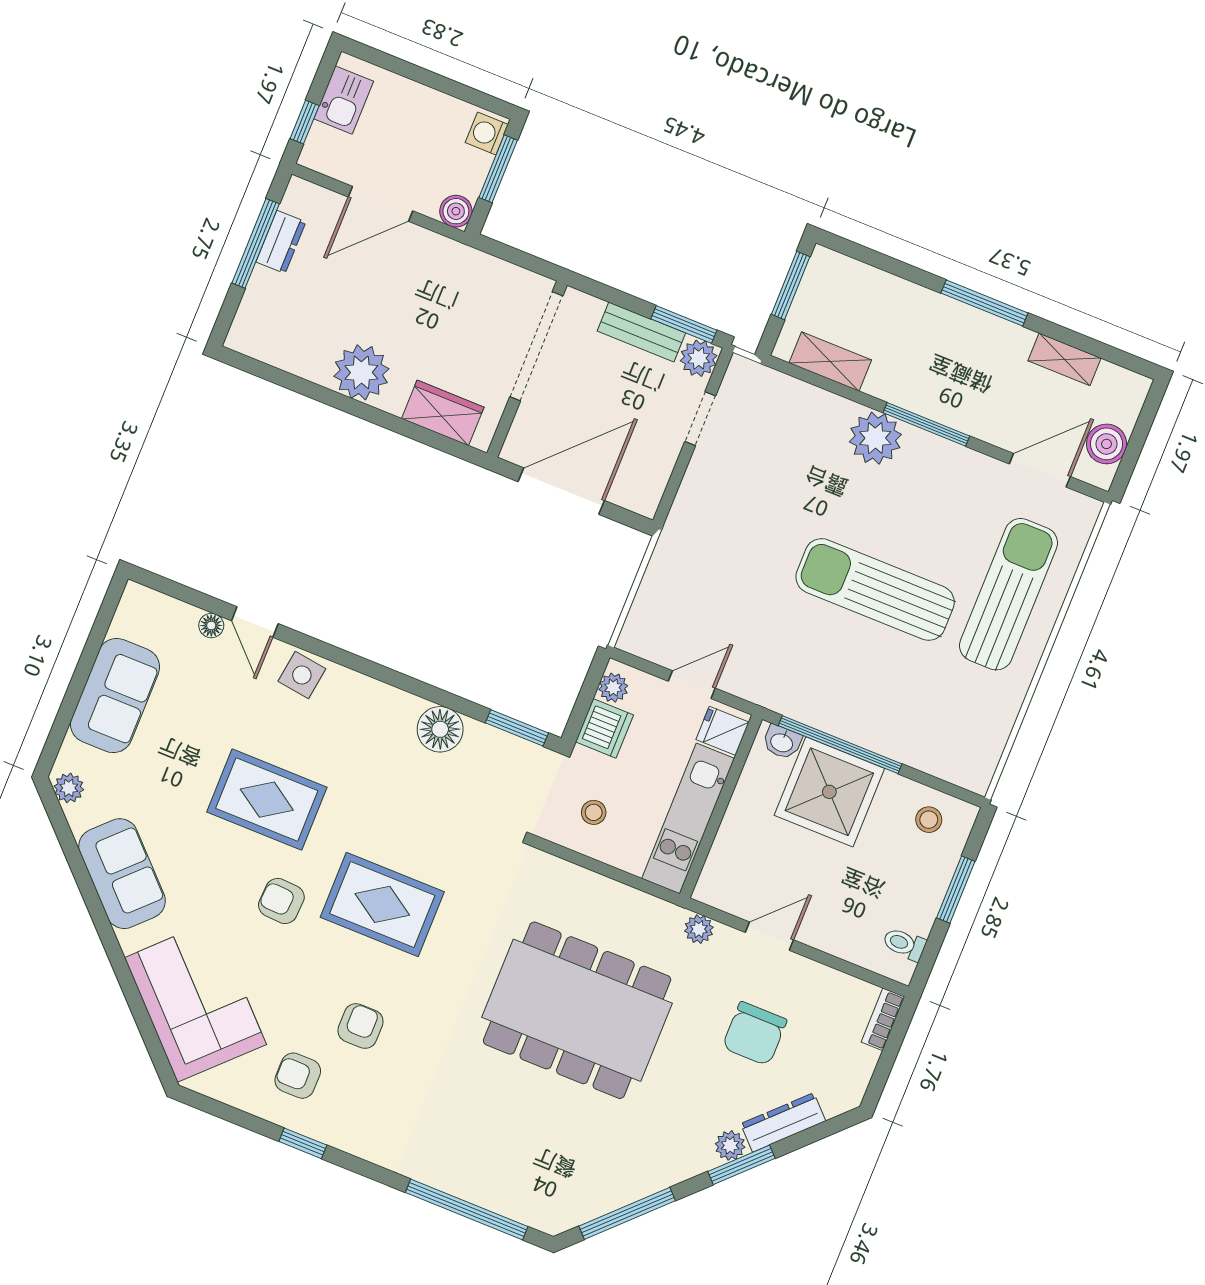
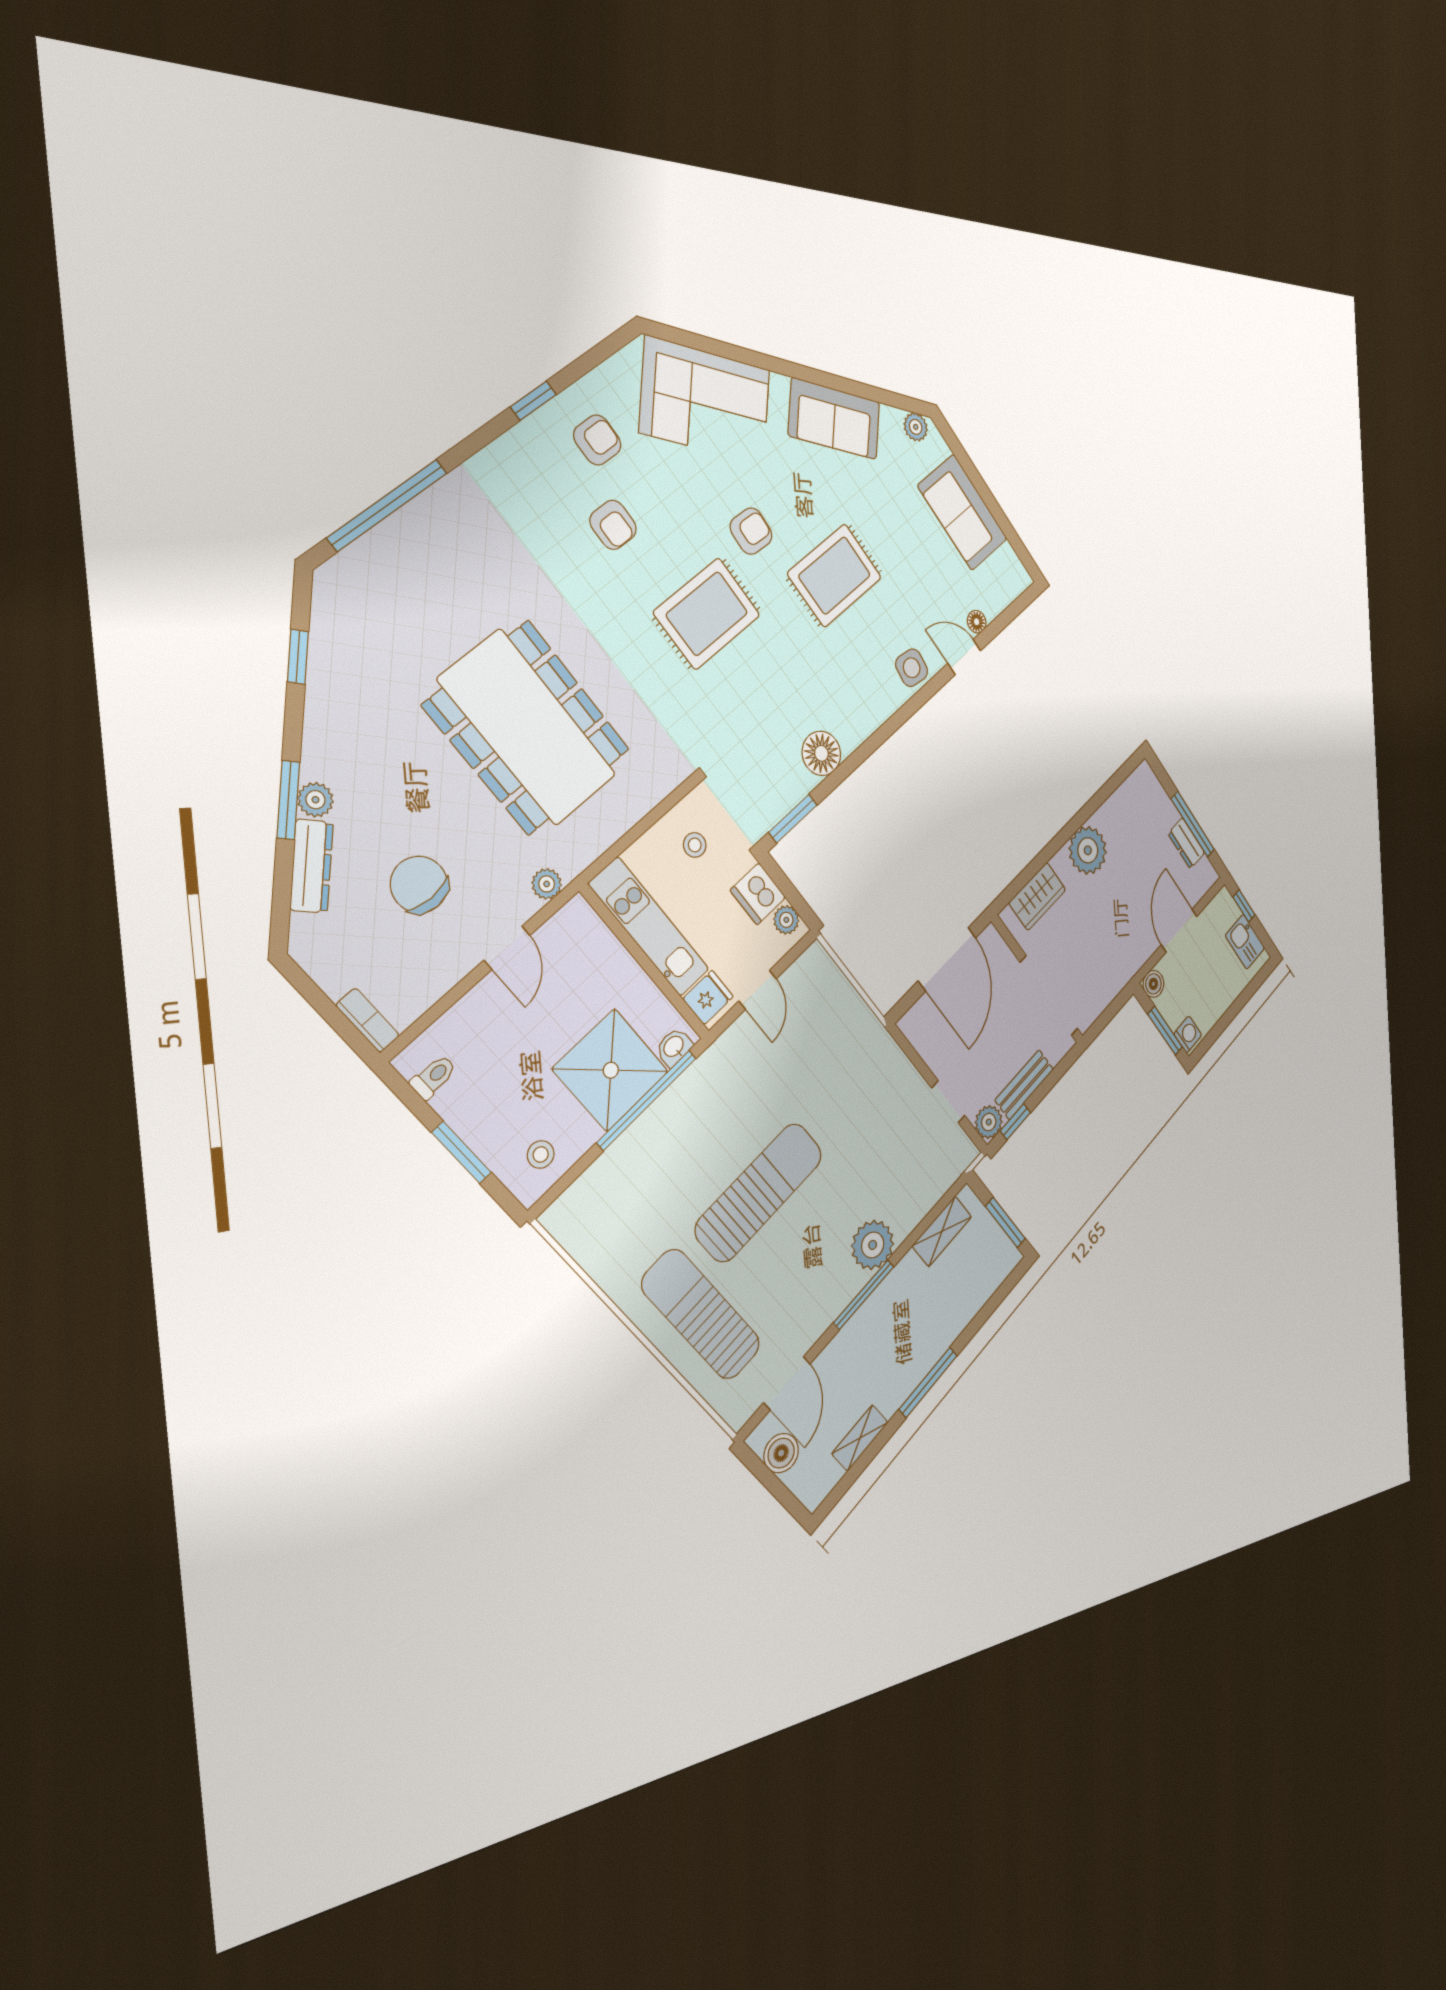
window: (684, 324) -> (1015, 1122), width x0.67
sun lounger: (1009, 594) -> (701, 1315), turned 180
dining table: (577, 1010) -> (528, 728), turned 90
window: (627, 1213) -> (298, 657), width x0.46

